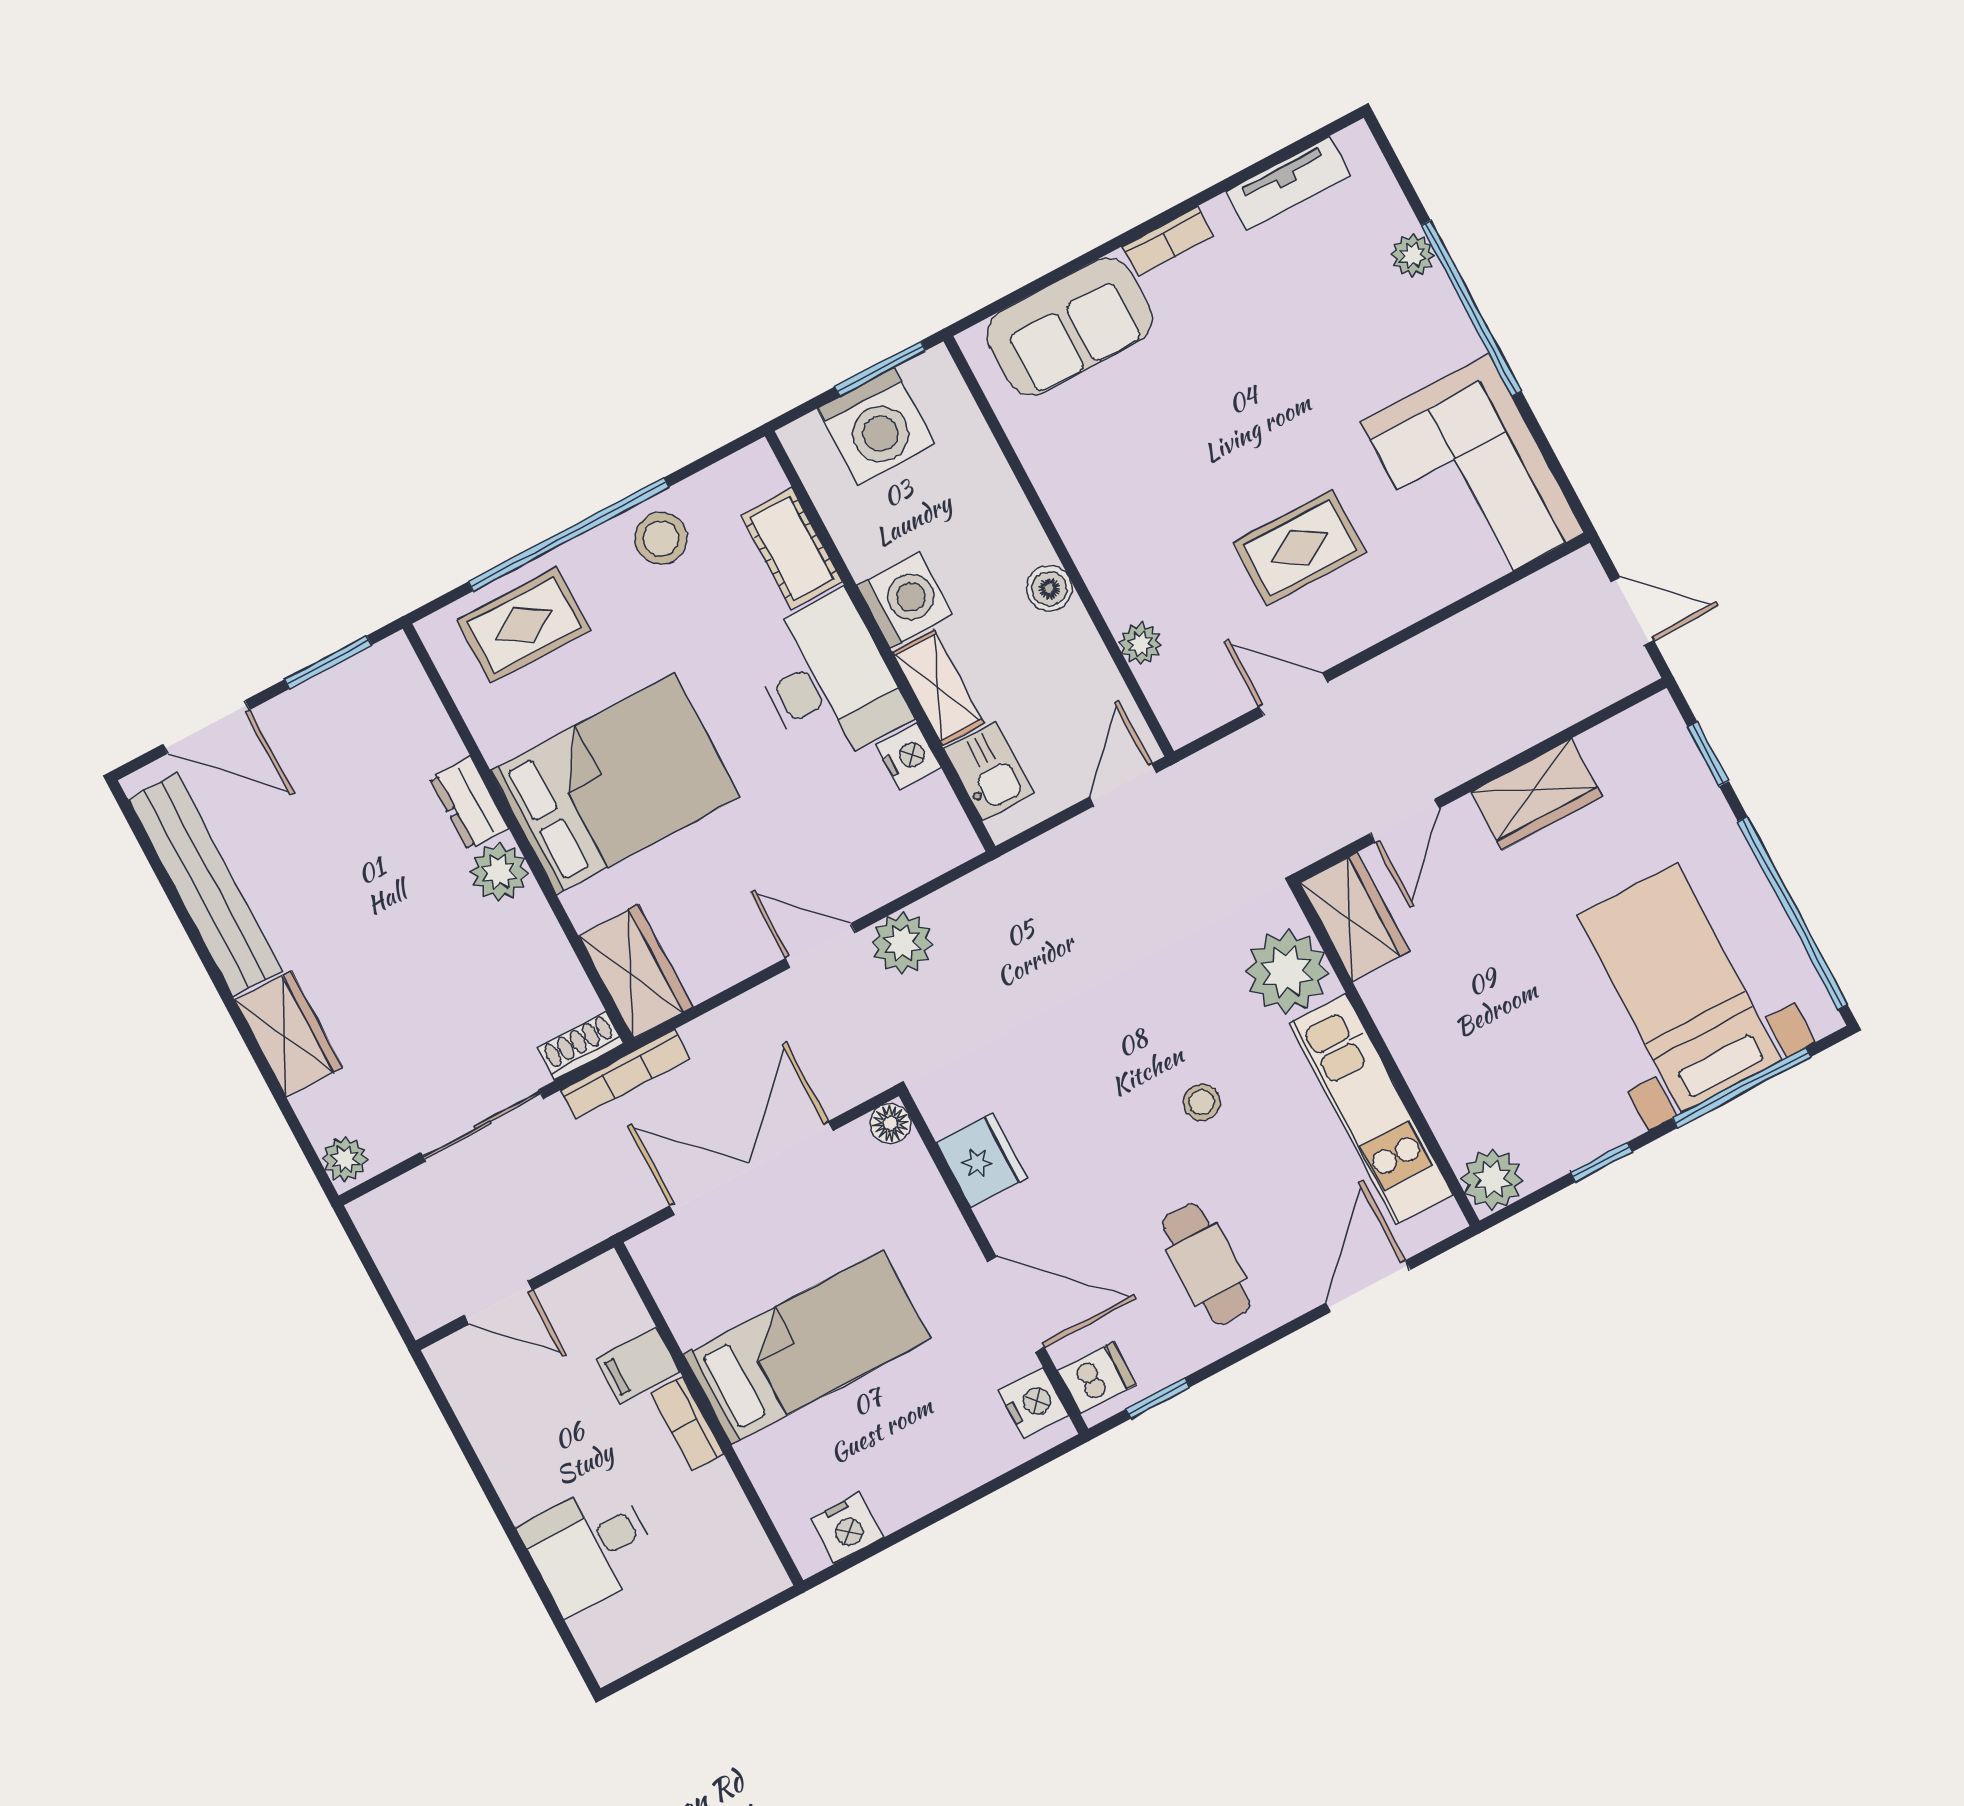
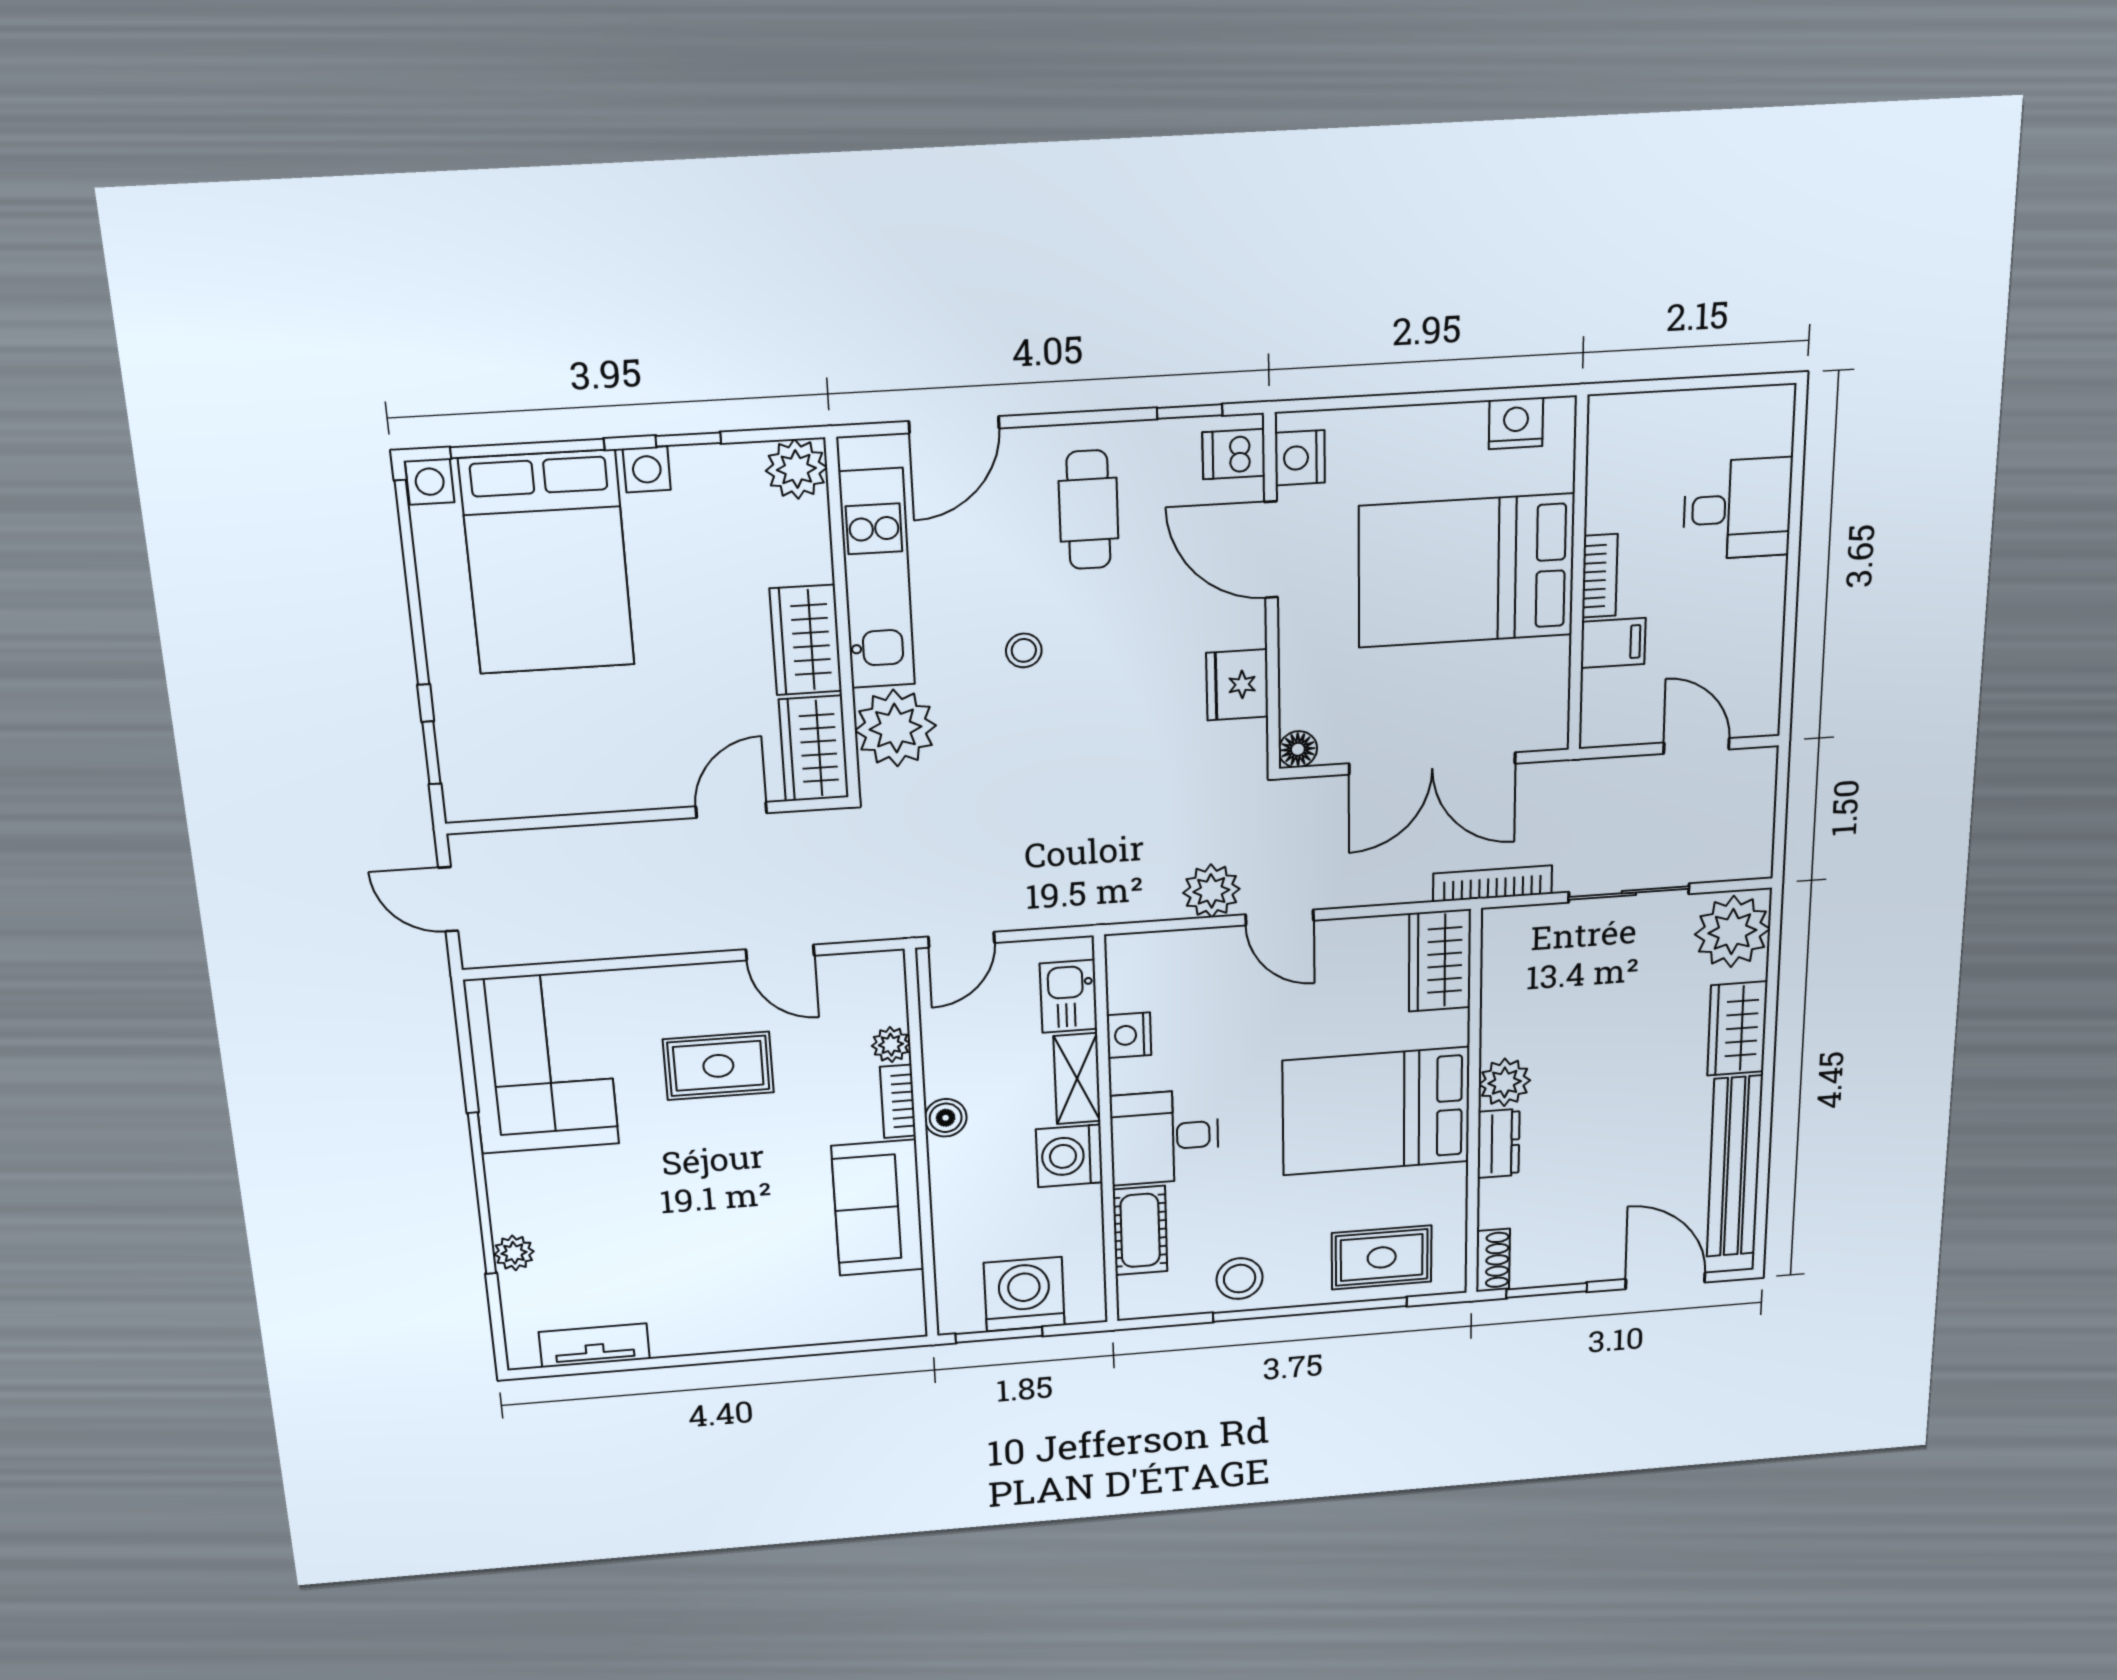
bookcase: (1168, 241) -> (898, 1101), moved, turned -90
sofa: (1069, 327) -> (878, 1208), moved, turned -90
desk: (828, 680) -> (1164, 1137), width x0.73
wardrobe: (1536, 794) -> (806, 640), moved, turned -90
bed with nightstands: (1679, 988) -> (547, 563), width x1.36
shoe rack: (580, 1046) -> (1493, 1260), moved, turned -90
plant: (345, 1159) -> (1732, 932), width x1.87, depth x1.87
bed: (807, 1347) -> (1466, 571), width x1.50

